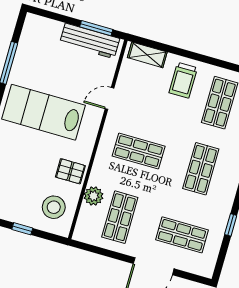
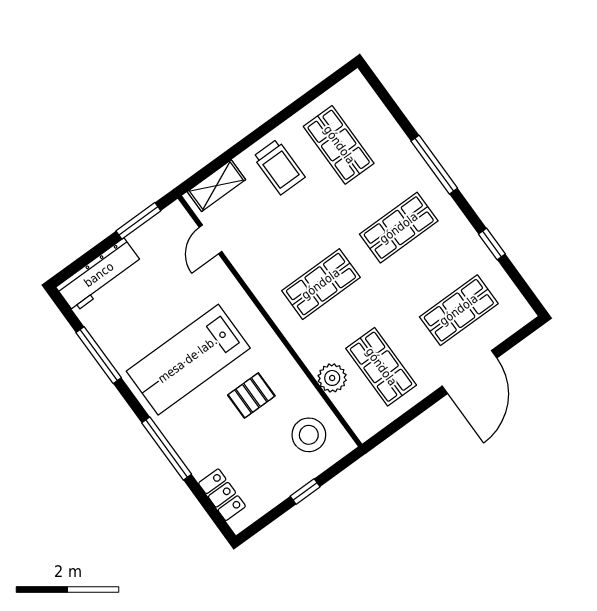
workbench: (90, 41) -> (99, 275), moved
door: (109, 98) -> (211, 239), moved
shop shelf: (201, 169) -> (399, 228), turned 90
pallet: (70, 171) -> (251, 395), moved

